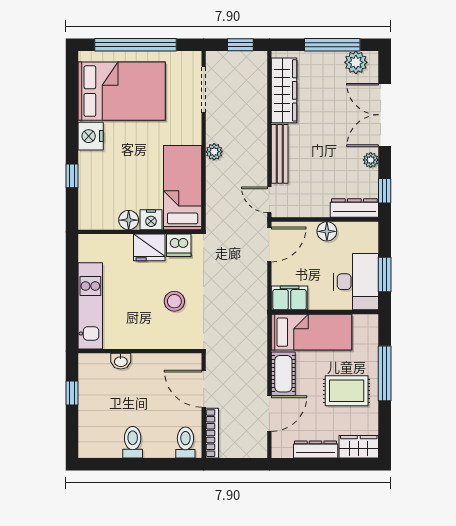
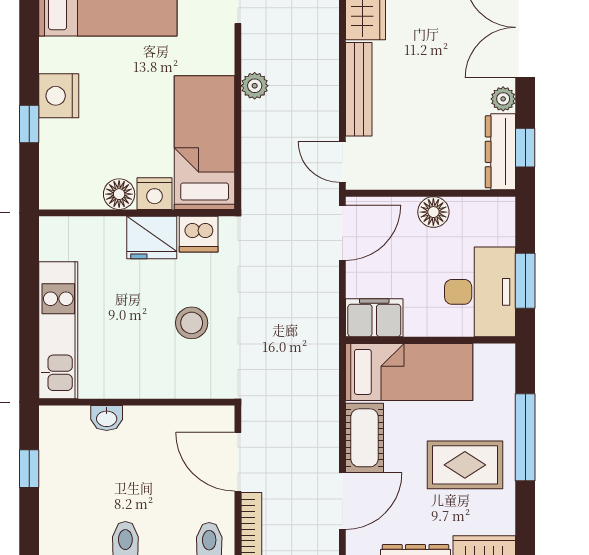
nightstand: (91, 136) -> (59, 96), moved
dresser: (354, 208) -> (500, 152), moved, turned -90

